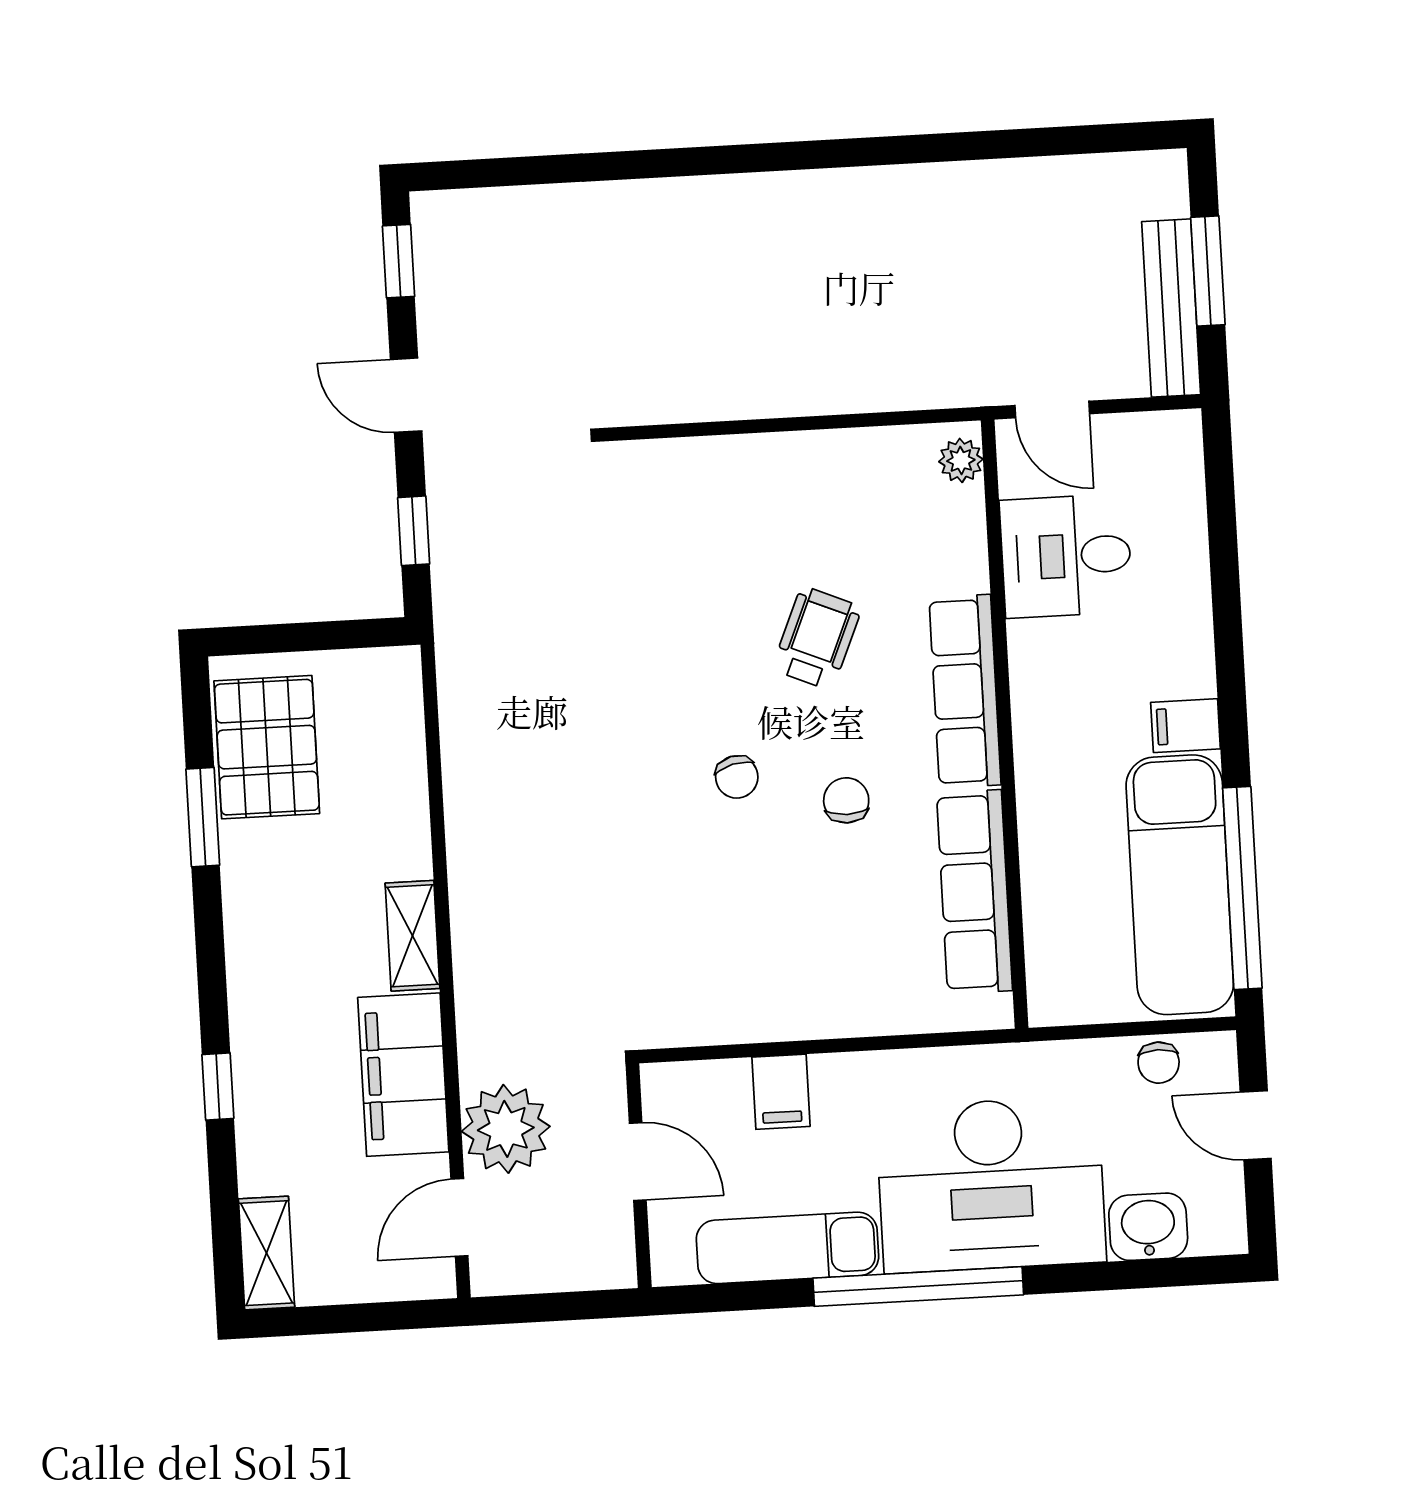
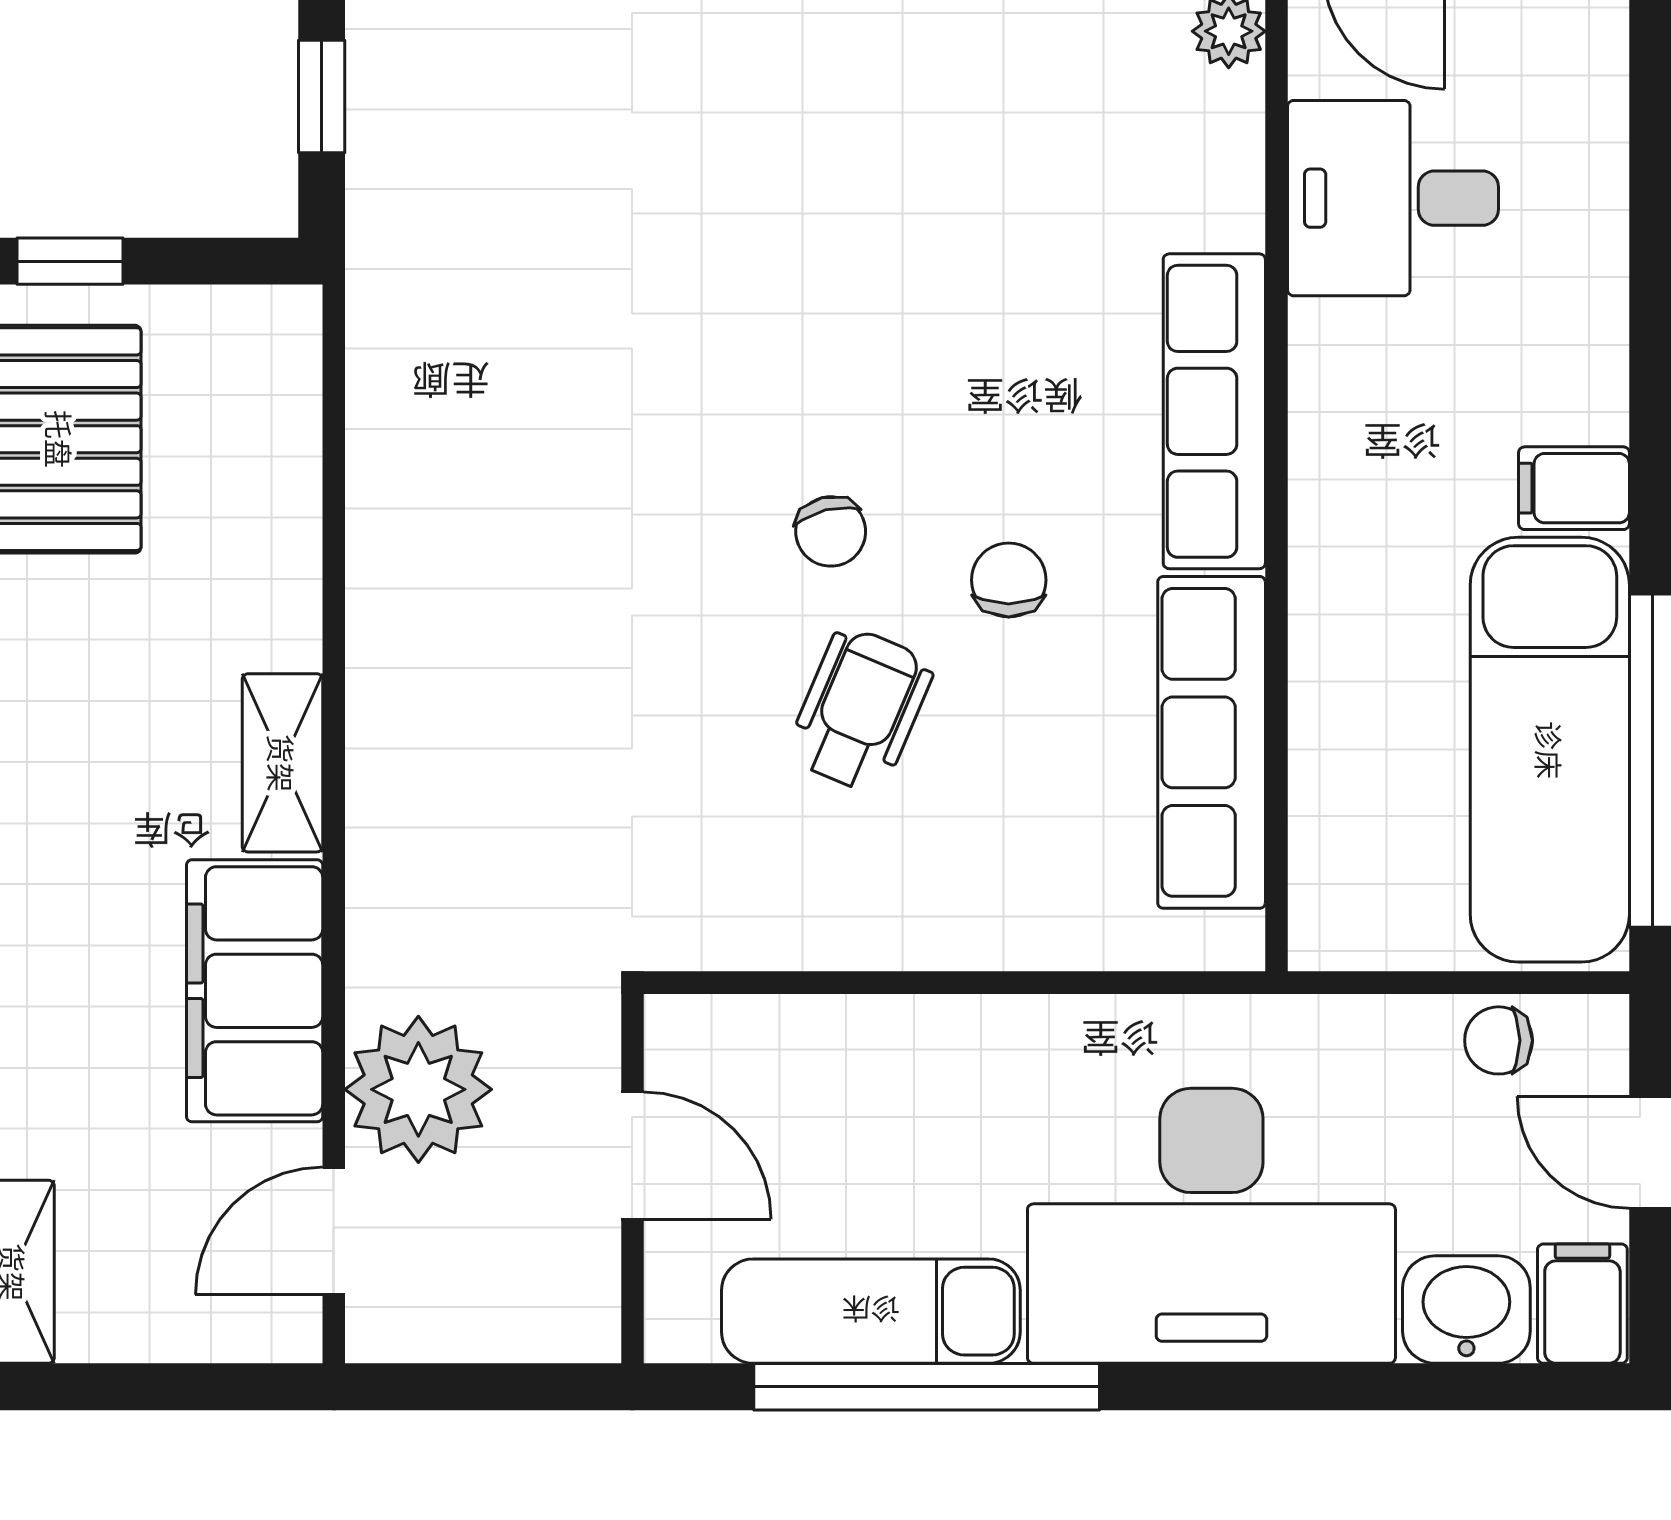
wheelchair: (817, 638) -> (860, 710), moved
window: (267, 639) -> (70, 261), added
chair: (1159, 1063) -> (1499, 1040), turned 90
filing cabinet: (781, 1092) -> (1582, 1304), moved, turned 180
window: (918, 1287) -> (927, 1387), moved

